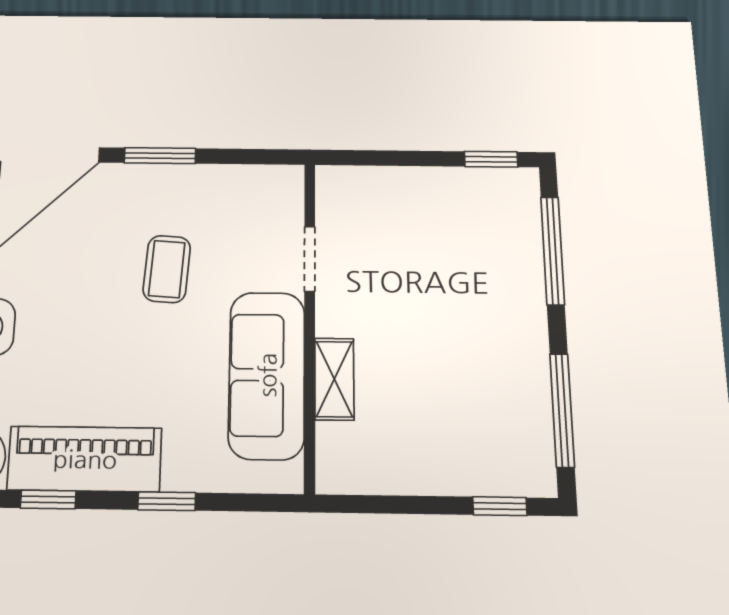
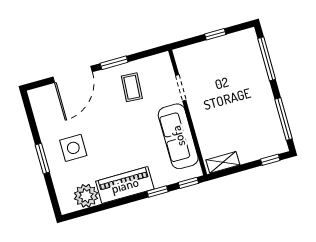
window: (491, 159) -> (215, 34), moved
coffee table: (167, 269) -> (132, 87), moved
shelving: (334, 379) -> (223, 162), moved, turned 90
window: (48, 500) -> (188, 183), moved

